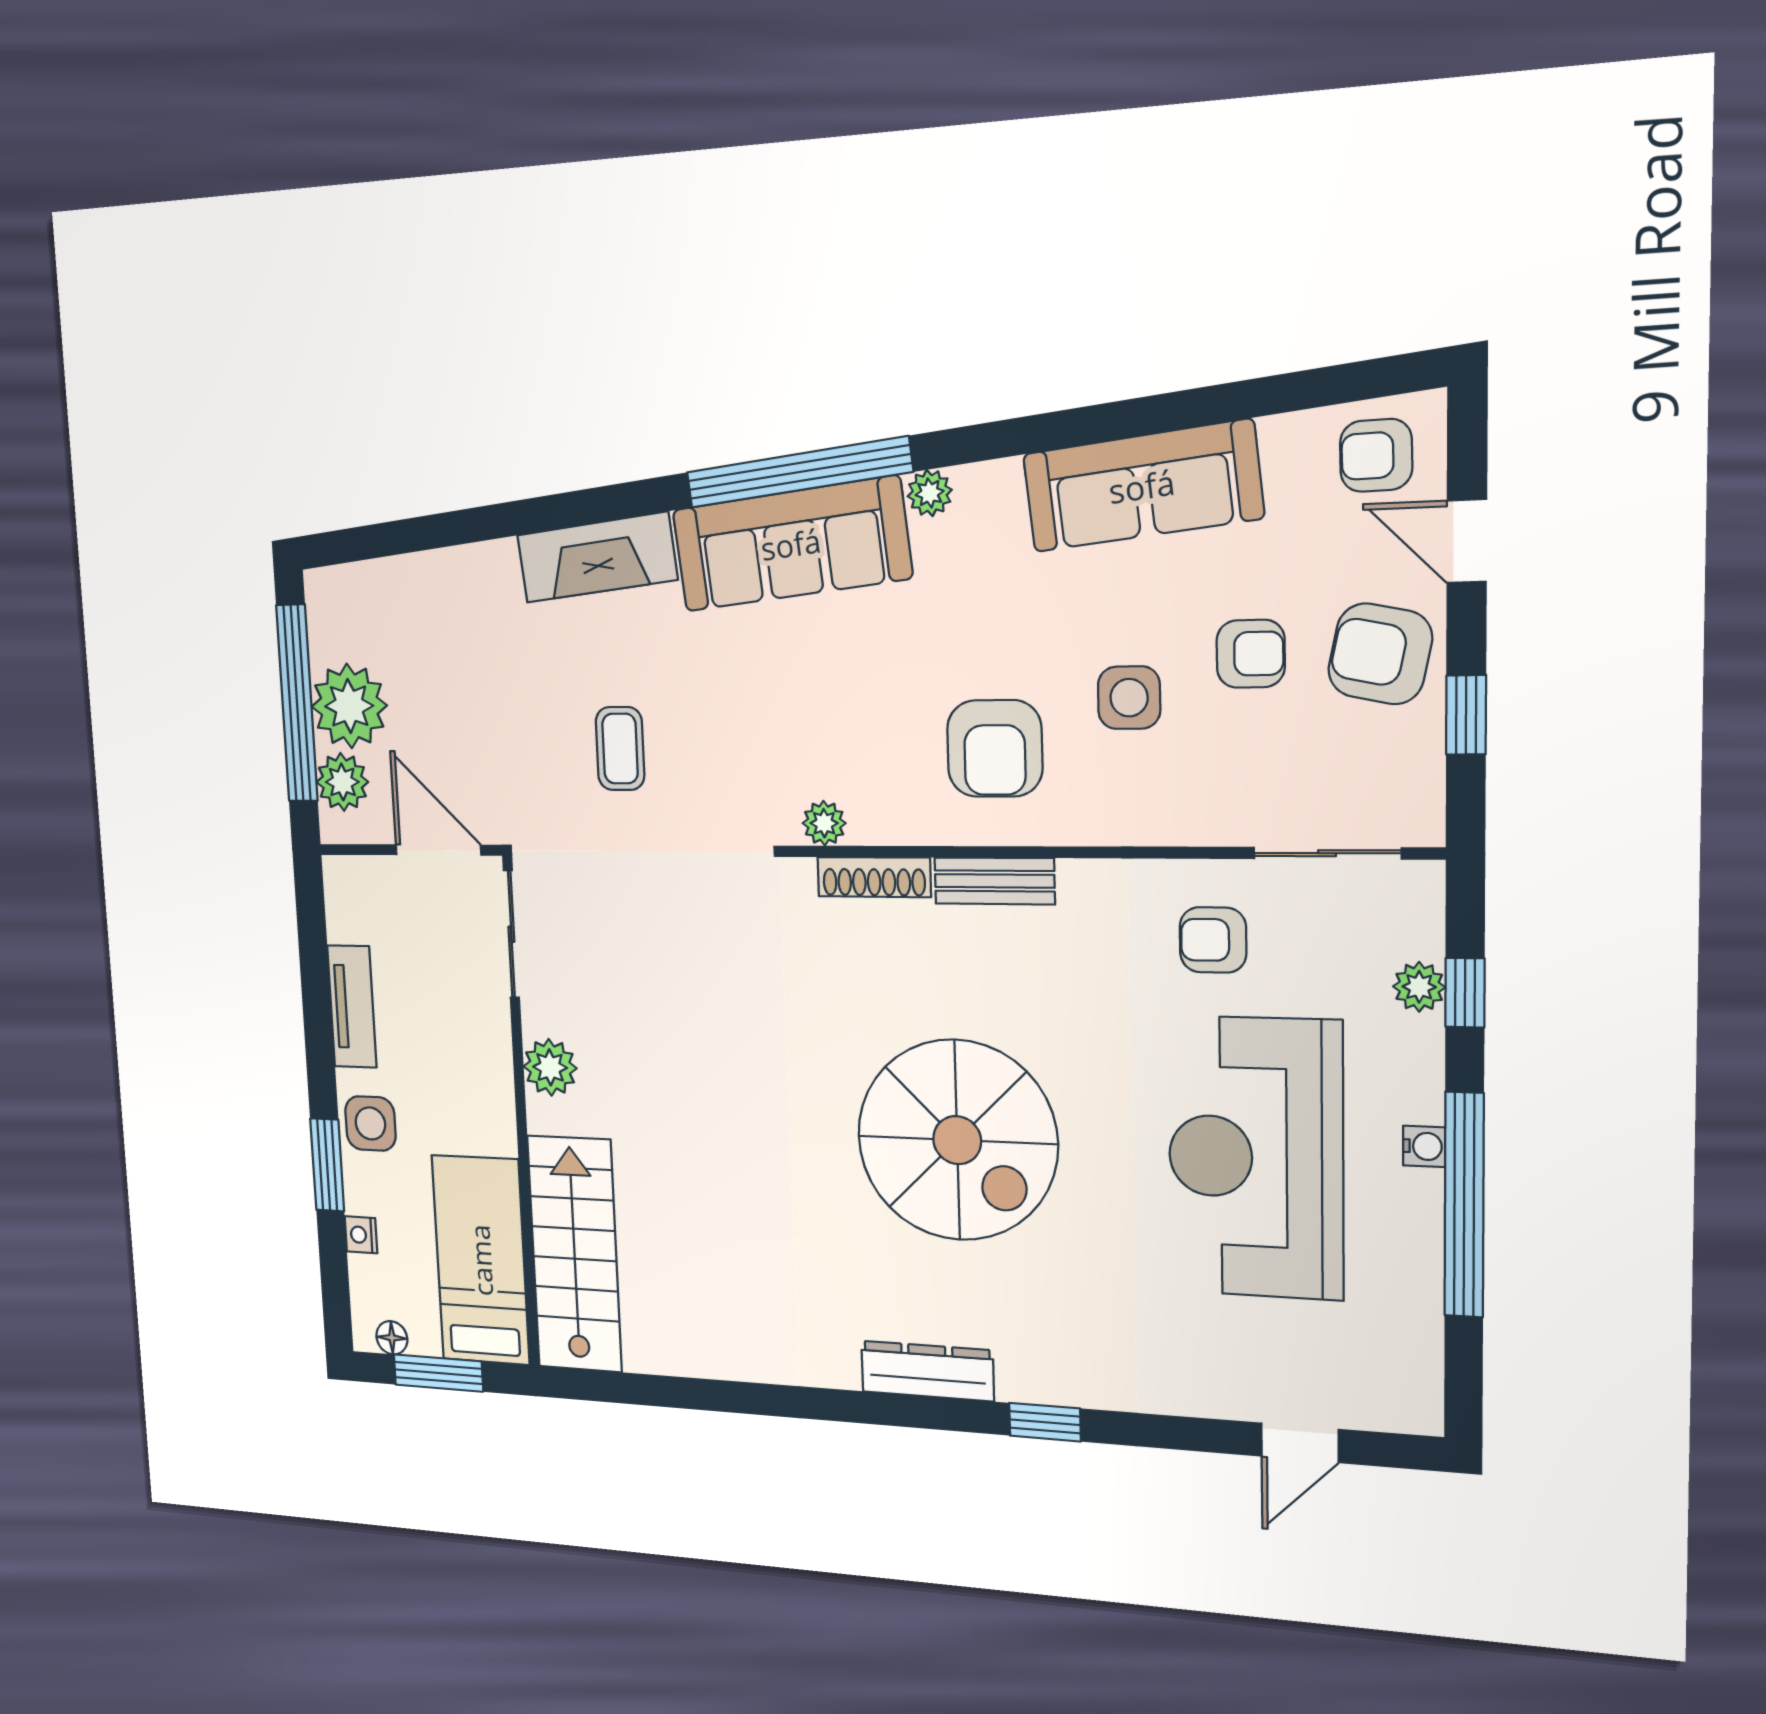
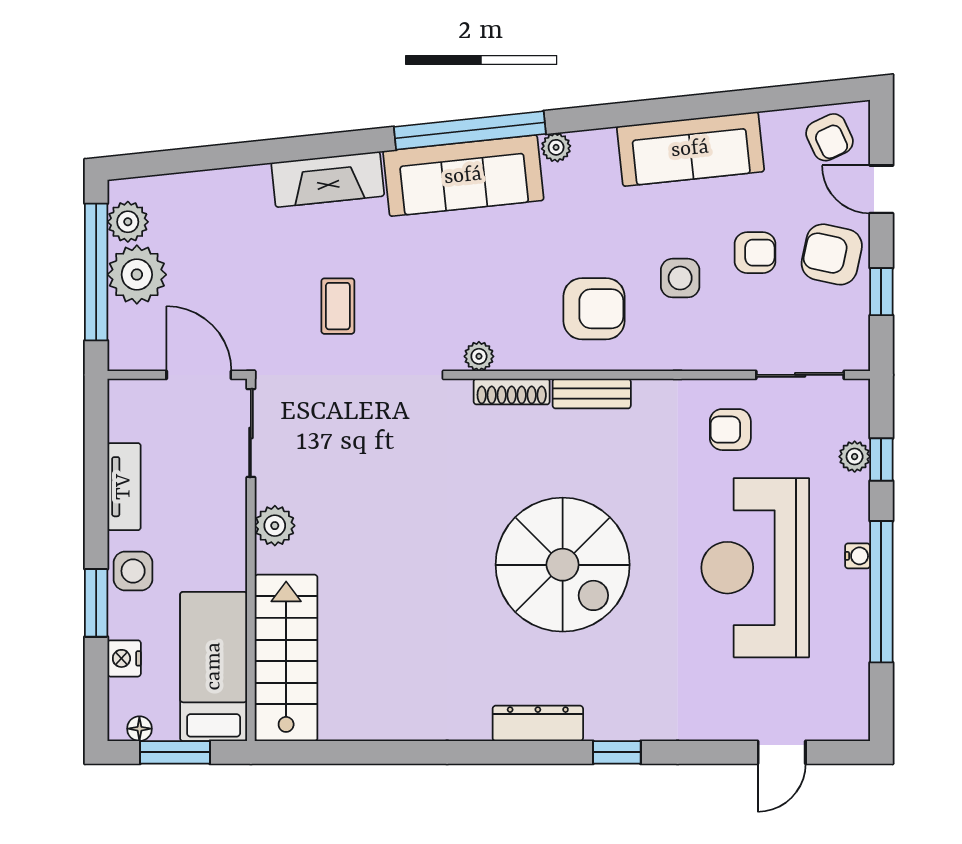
armchair: (1376, 455) -> (829, 137), turned -114
armchair: (995, 748) -> (594, 309), turned -90
plant: (342, 782) -> (128, 222), moved
nightstand: (361, 1235) -> (124, 658), width x1.39, depth x1.35

